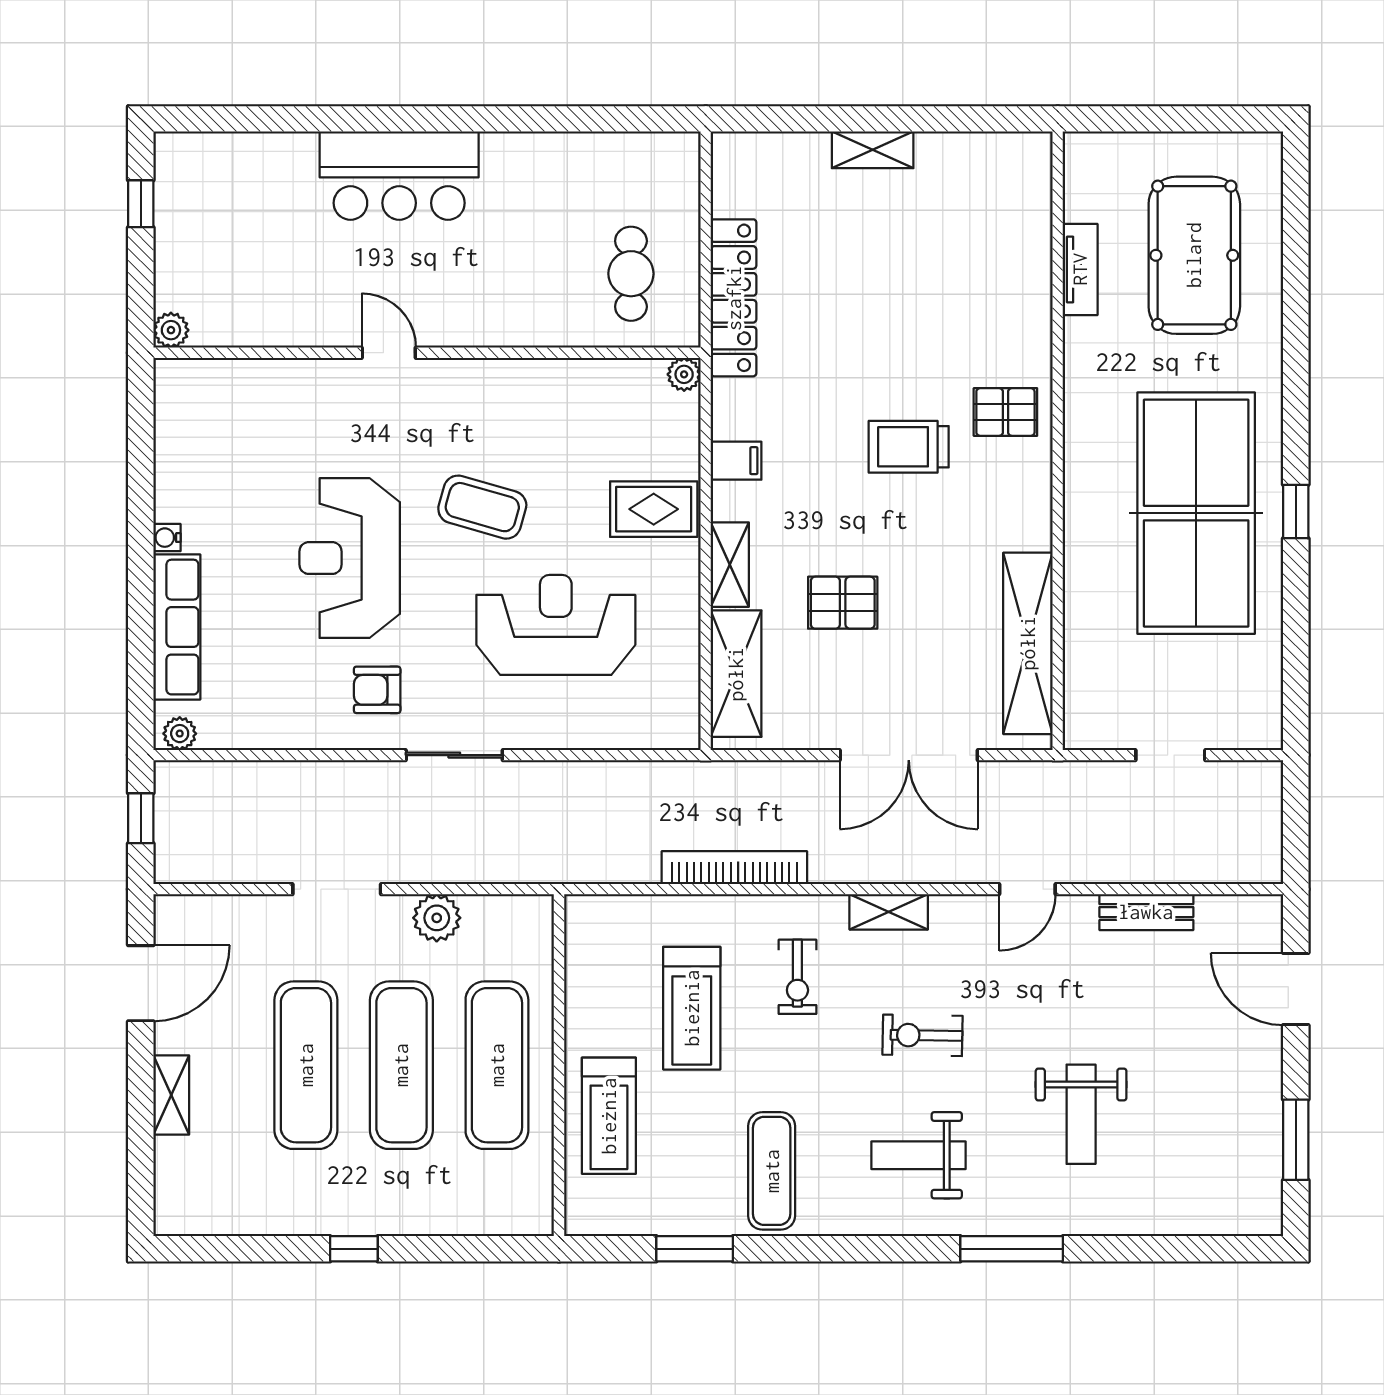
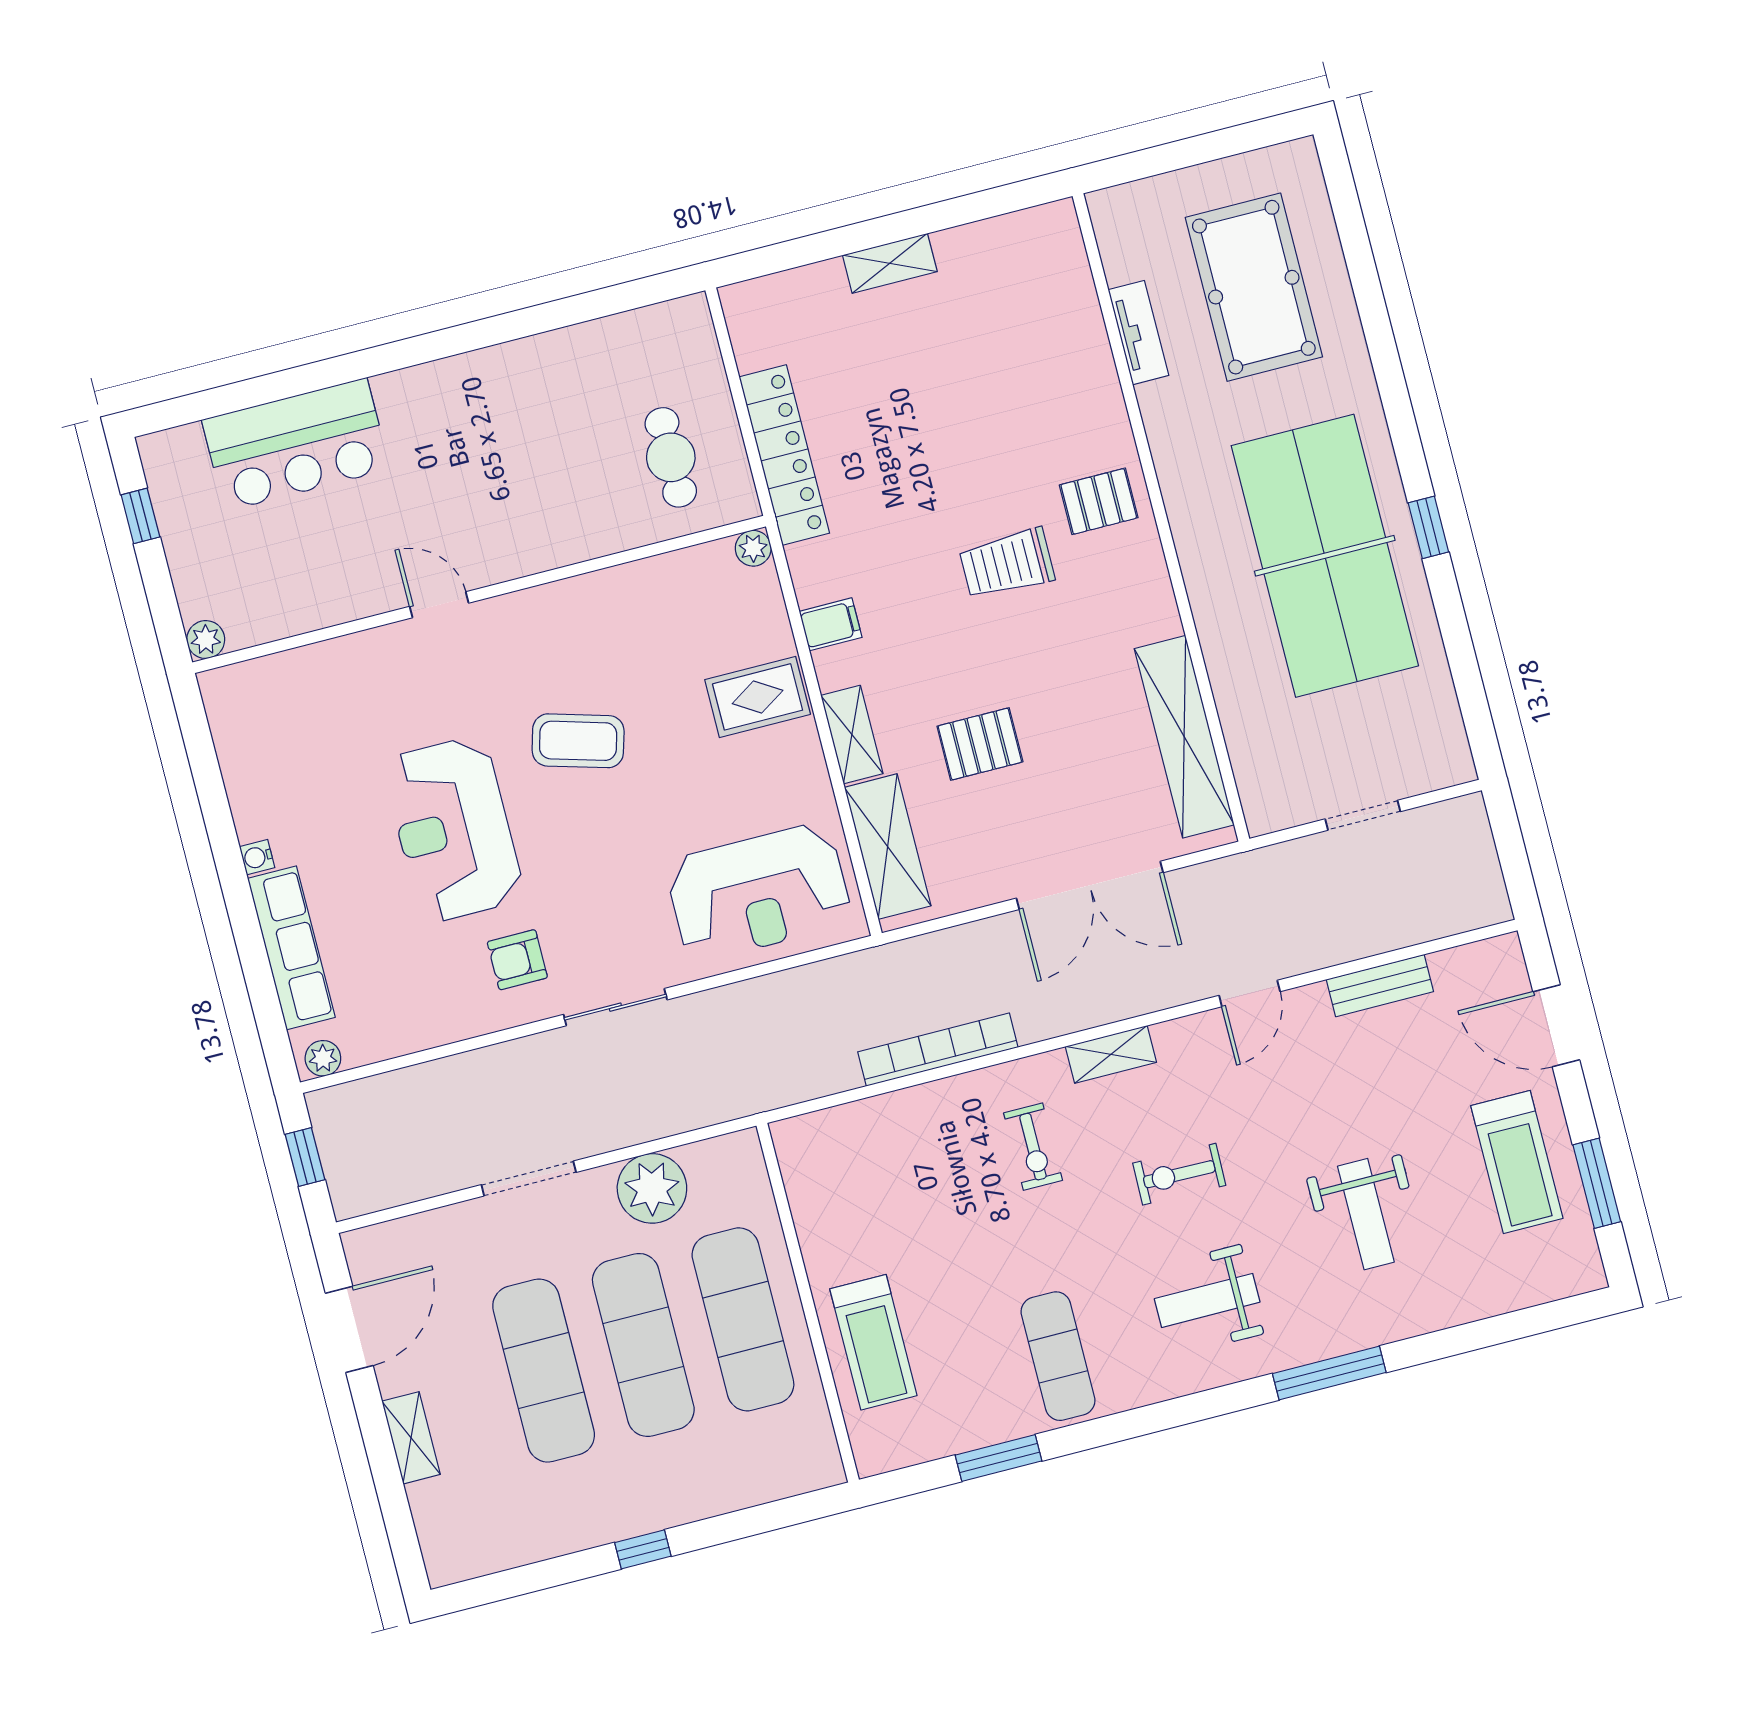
bar counter: (399, 176) -> (296, 444), moved
reception desk: (556, 625) -> (759, 892), moved, turned 180
plant: (437, 918) -> (652, 1188), width x1.36, depth x1.36
treadmill: (692, 1008) -> (1517, 1162), moved

